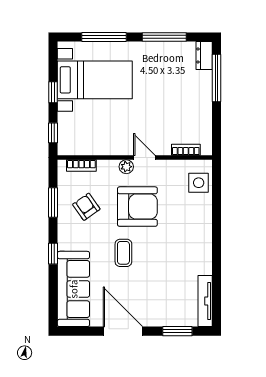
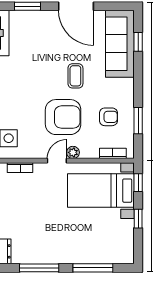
bed with nightstands: (95, 80) -> (101, 191), moved
door: (144, 158) -> (57, 161), swing flipped
armchair: (86, 207) -> (108, 117), turned -55
armchair: (137, 207) -> (63, 117), turned 180
window: (53, 254) -> (138, 42), moved

